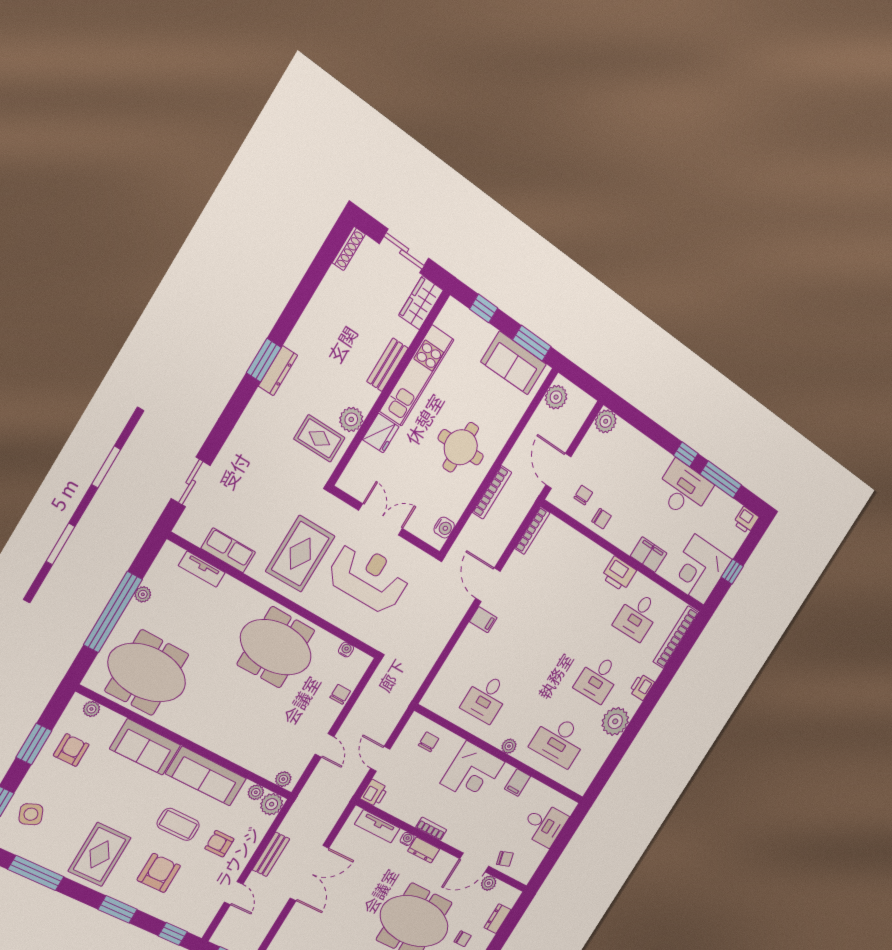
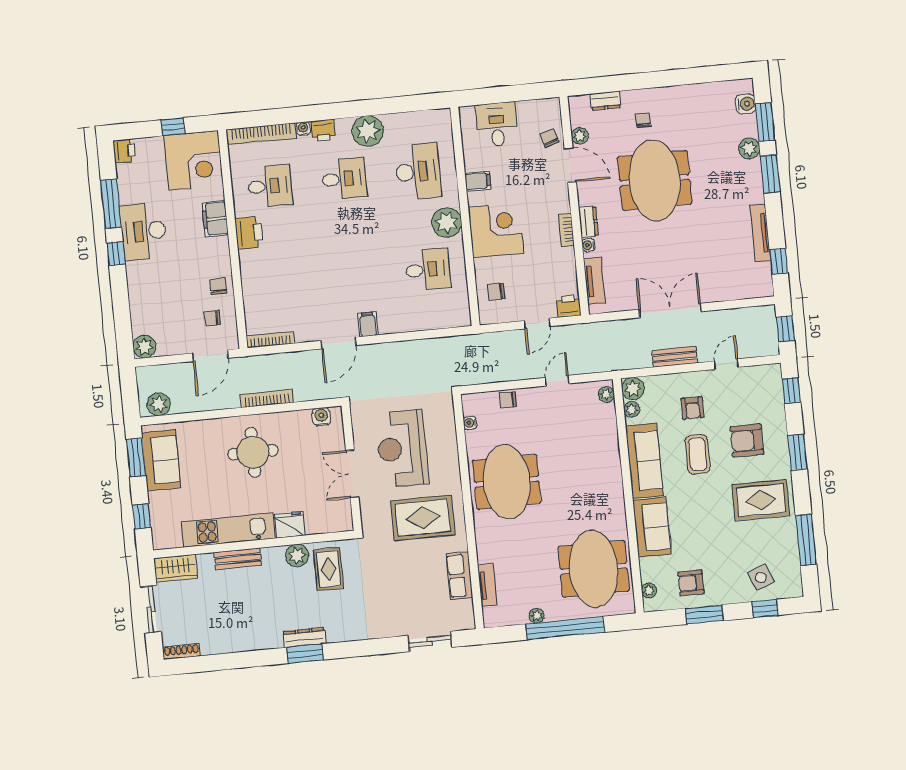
water cooler: (655, 672) -> (303, 129), added
plant: (509, 746) -> (447, 223), width x1.87, depth x1.87

